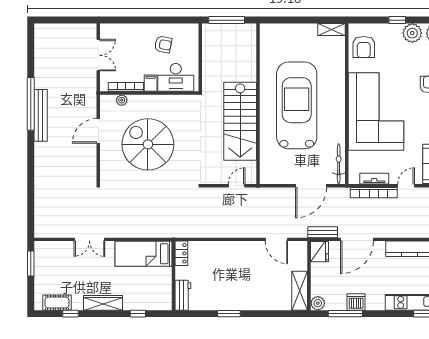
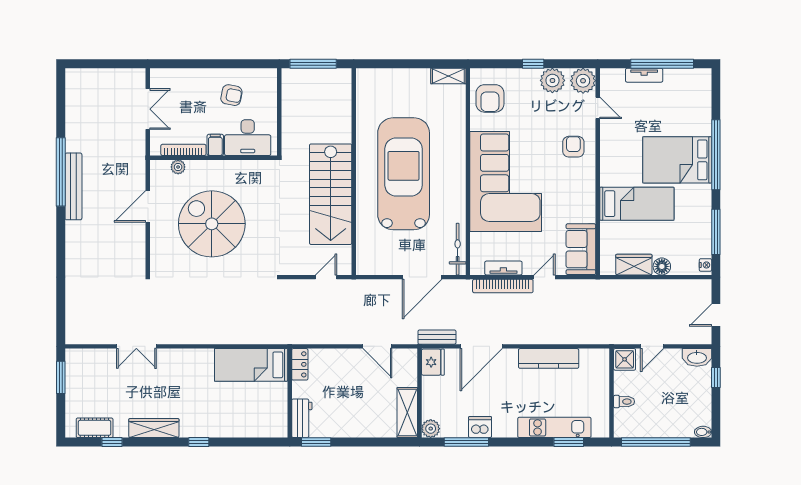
locker: (181, 253) -> (300, 364), moved
bed: (144, 254) -> (251, 365), moved
wall: (173, 276) -> (290, 393), moved
workbench: (183, 295) -> (302, 418), moved

